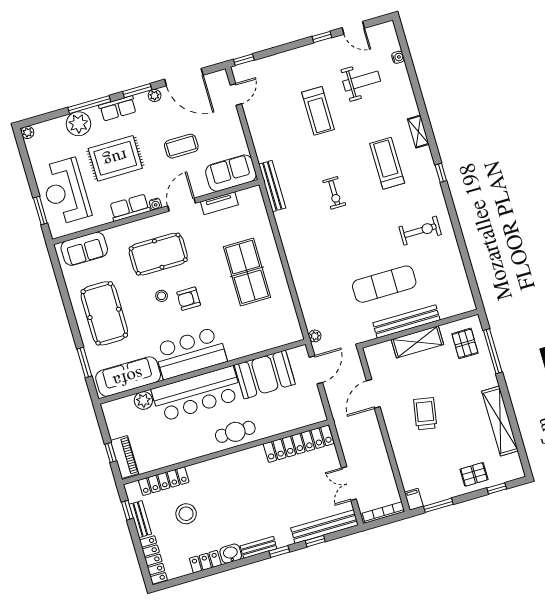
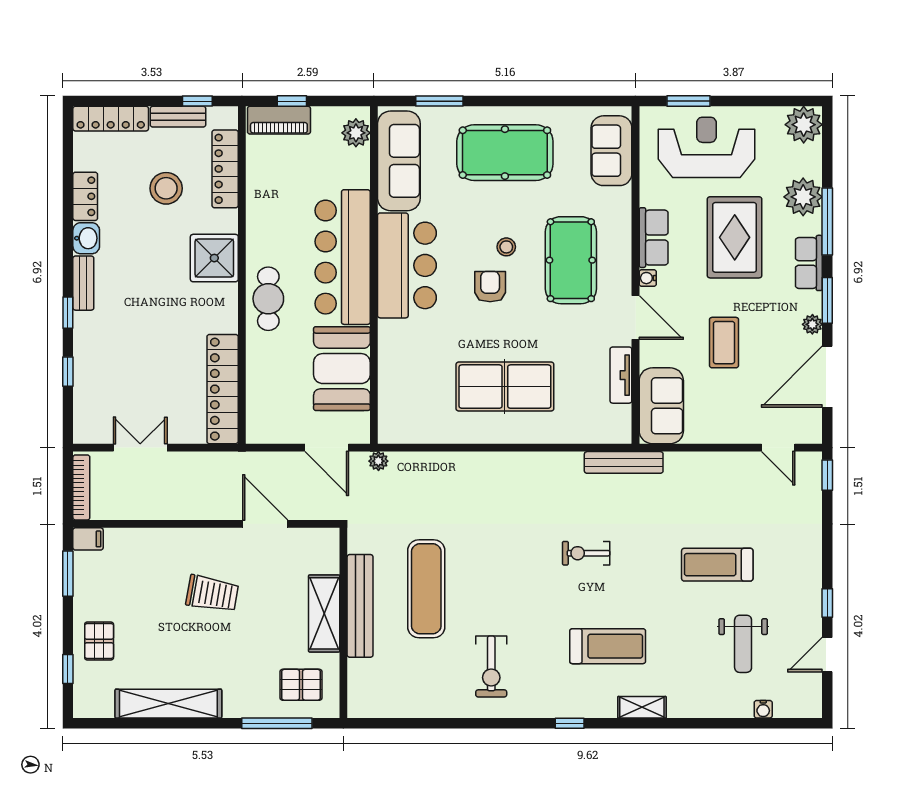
plant: (27, 132) -> (804, 125), width x1.88, depth x1.88
plant: (143, 401) -> (356, 133), moved
shower: (220, 472) -> (214, 258), added
bench: (325, 527) -> (86, 392), removed

